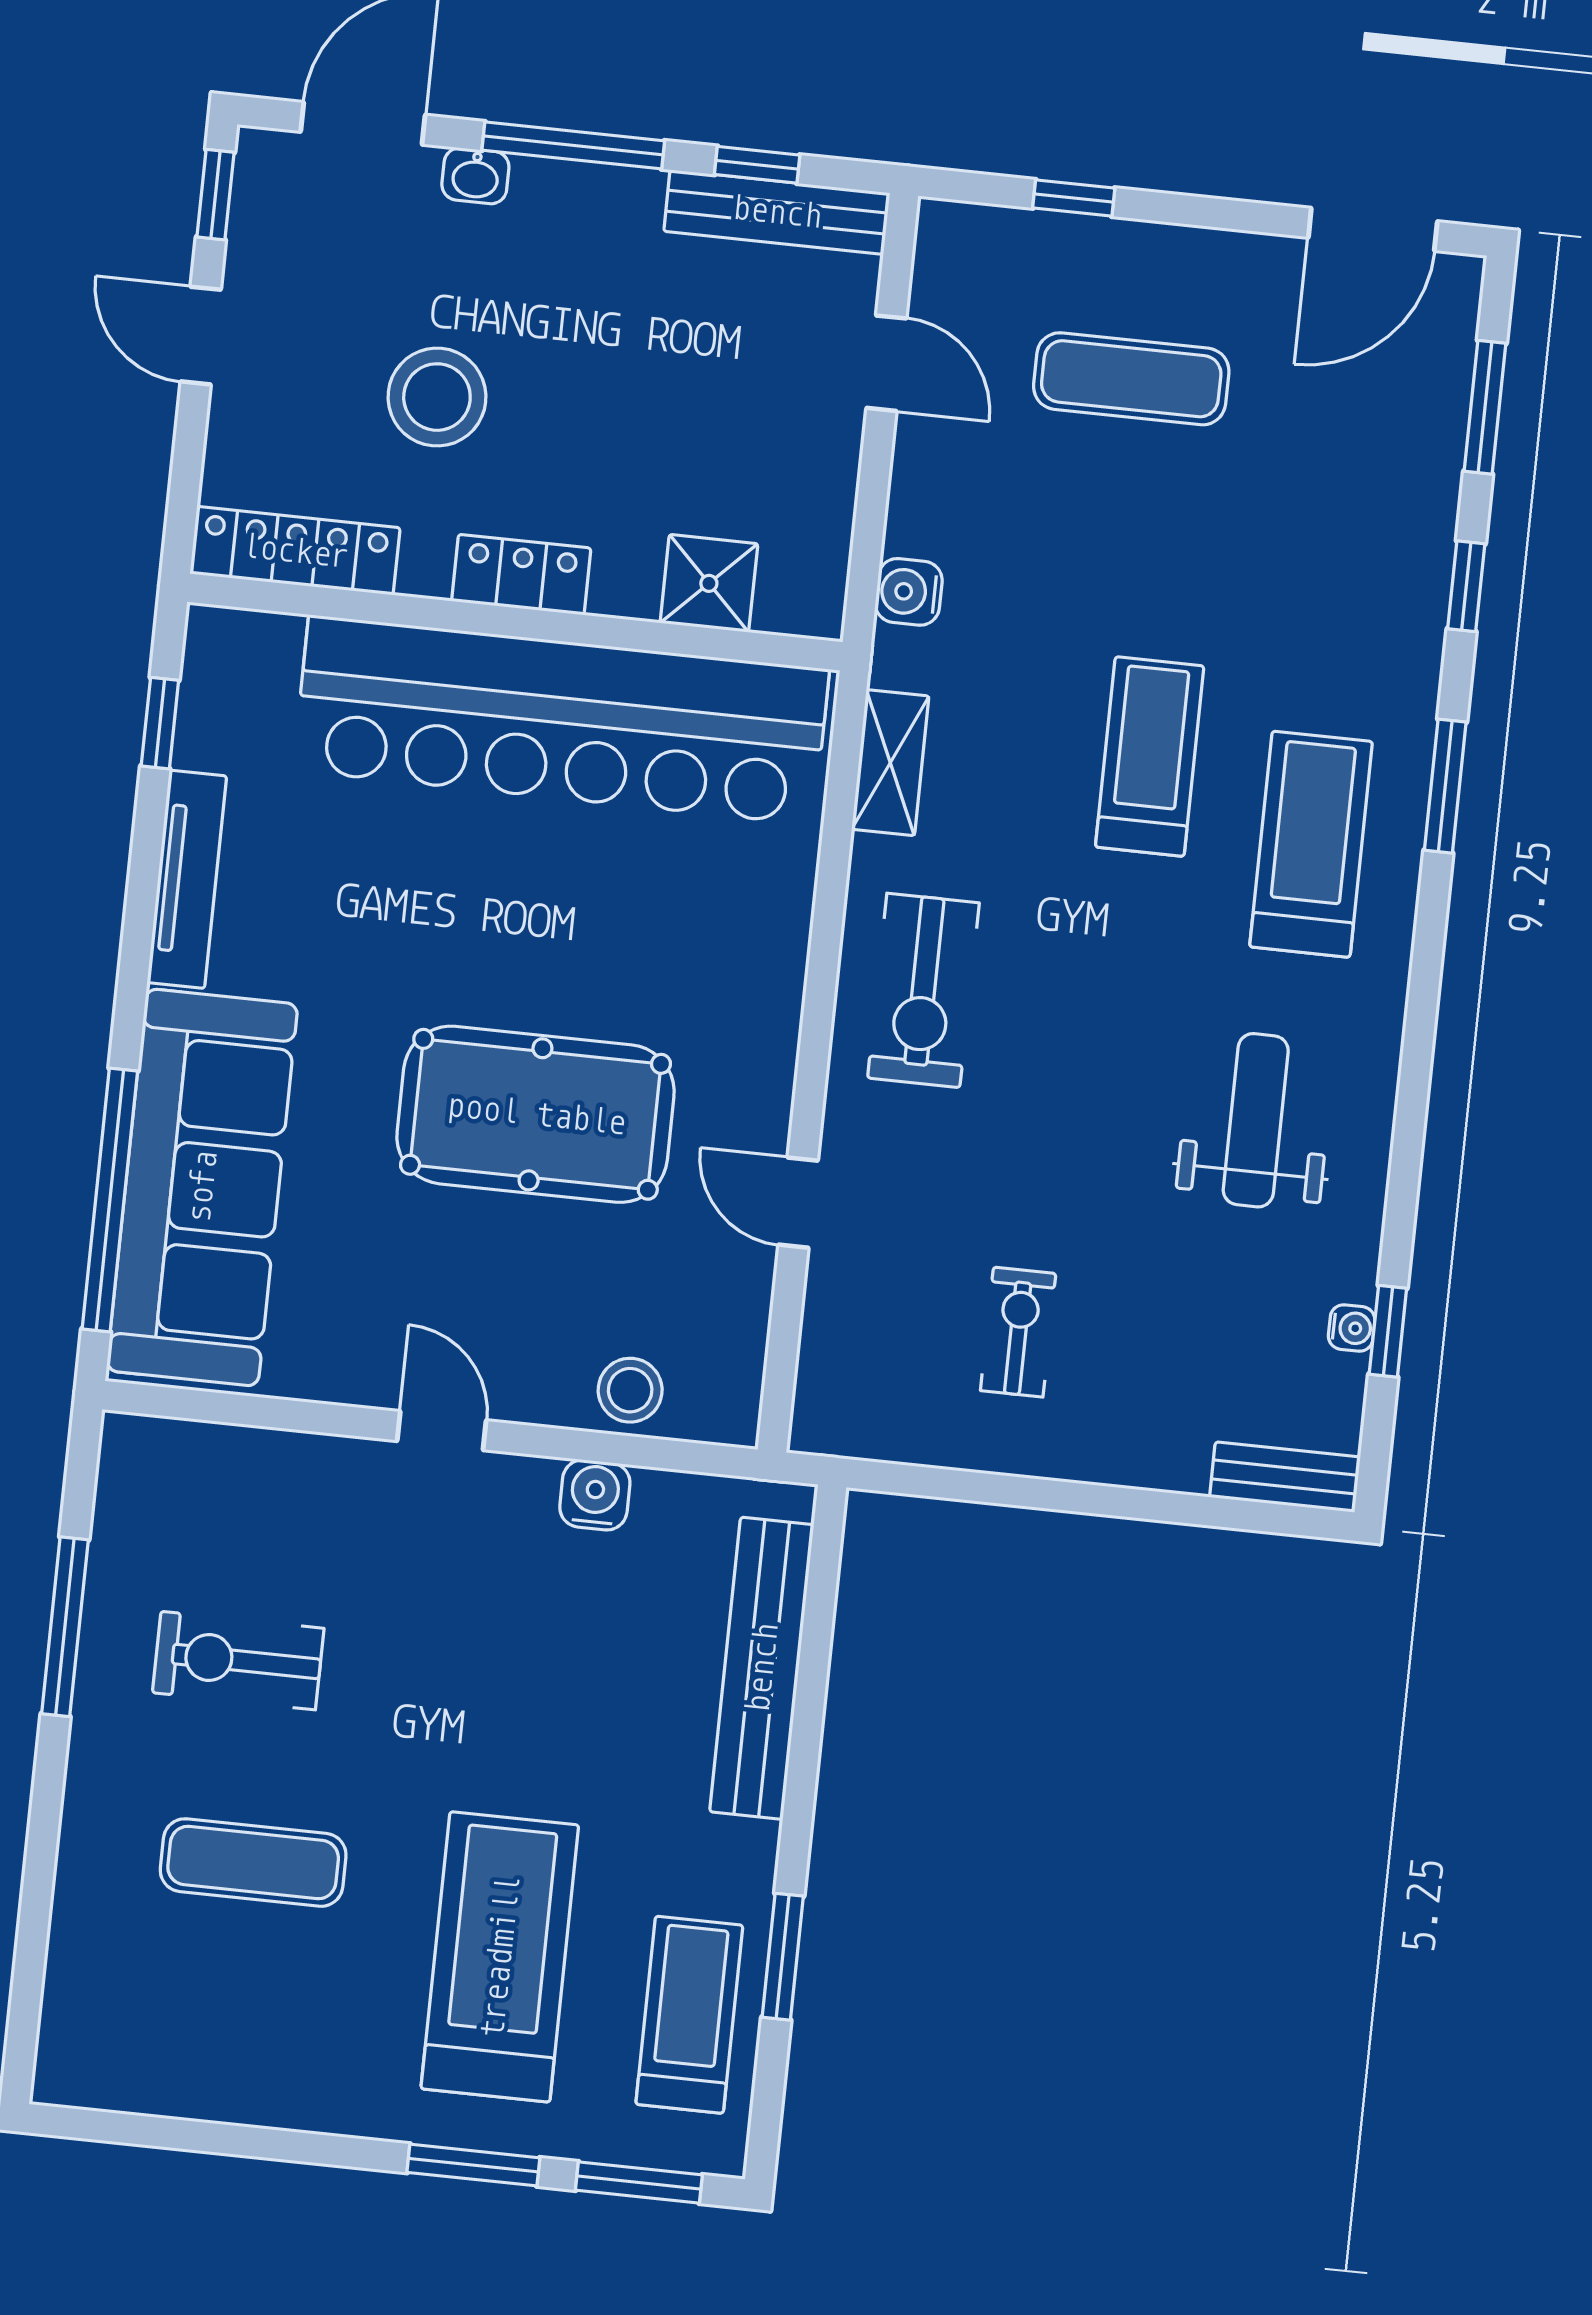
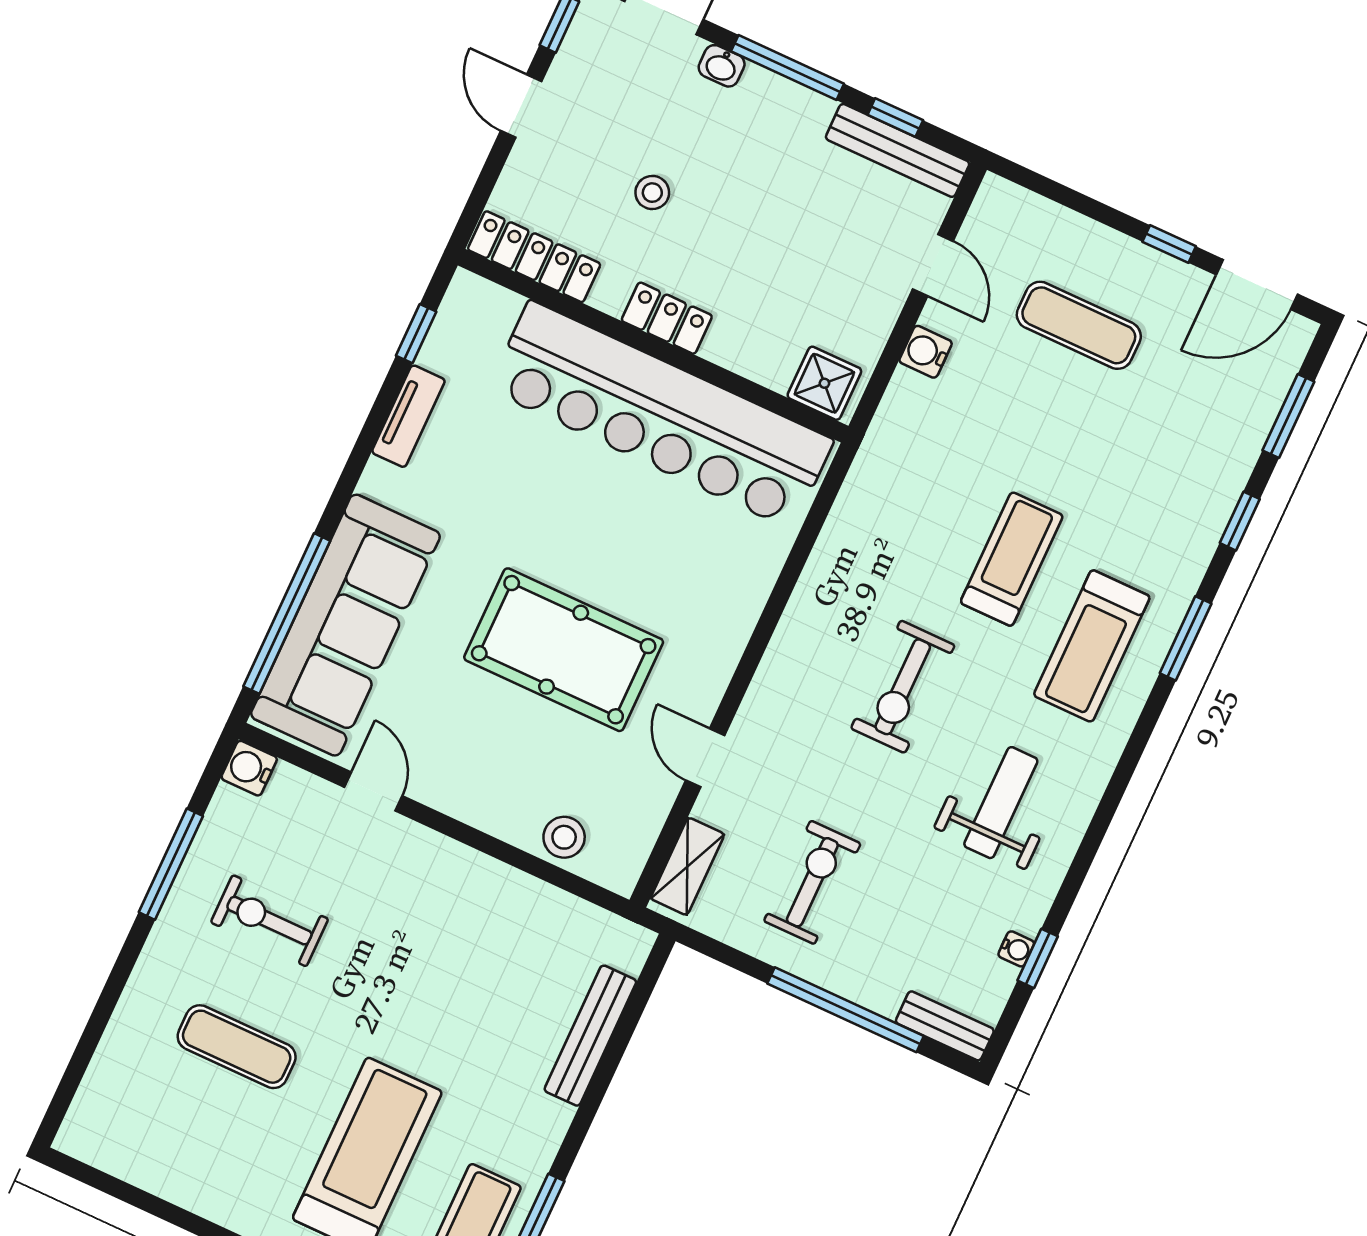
window: (1074, 198) -> (1169, 244), moved
stool: (437, 397) -> (652, 193), width x0.53, depth x0.53
shower: (709, 583) -> (824, 383), moved
water cooler: (909, 592) -> (926, 352), moved
shelving: (890, 763) -> (687, 866), moved
treadmill: (1311, 844) -> (1092, 646), turned 180
tv unit: (187, 879) -> (408, 416), width x0.71
exercise bike: (923, 990) -> (903, 687), moved
exercise bike: (1018, 1332) -> (812, 882), width x1.38, depth x1.39
door: (442, 1431) -> (373, 792), moved
water cooler: (595, 1495) -> (249, 768), moved, turned -90
window: (1131, 1503) -> (846, 1010), added
bench: (762, 1668) -> (590, 1036), width x0.73, depth x0.82

